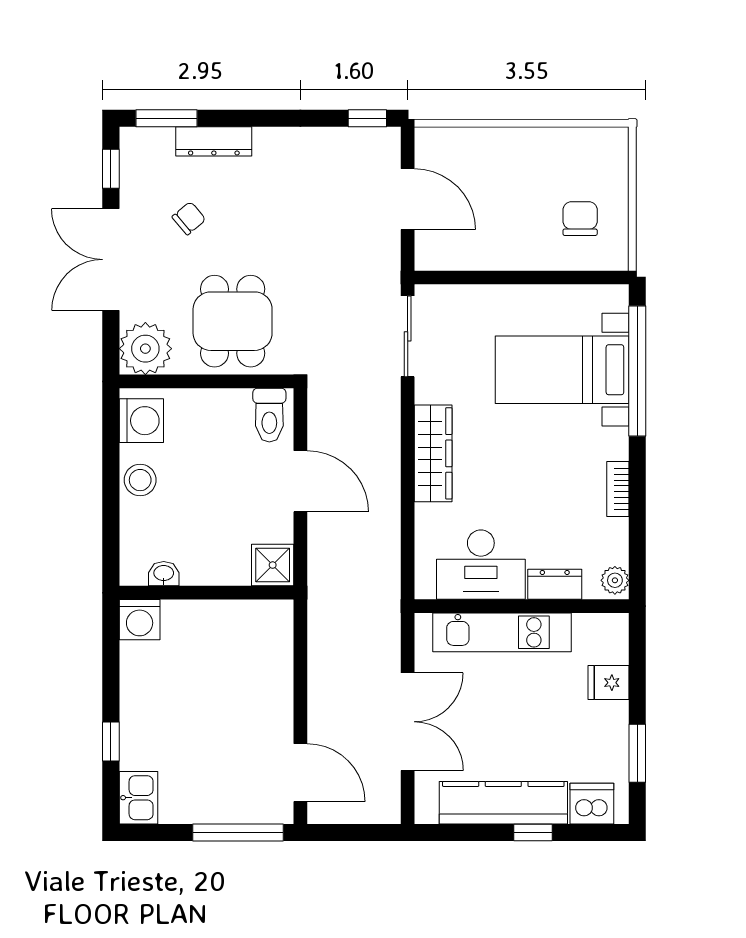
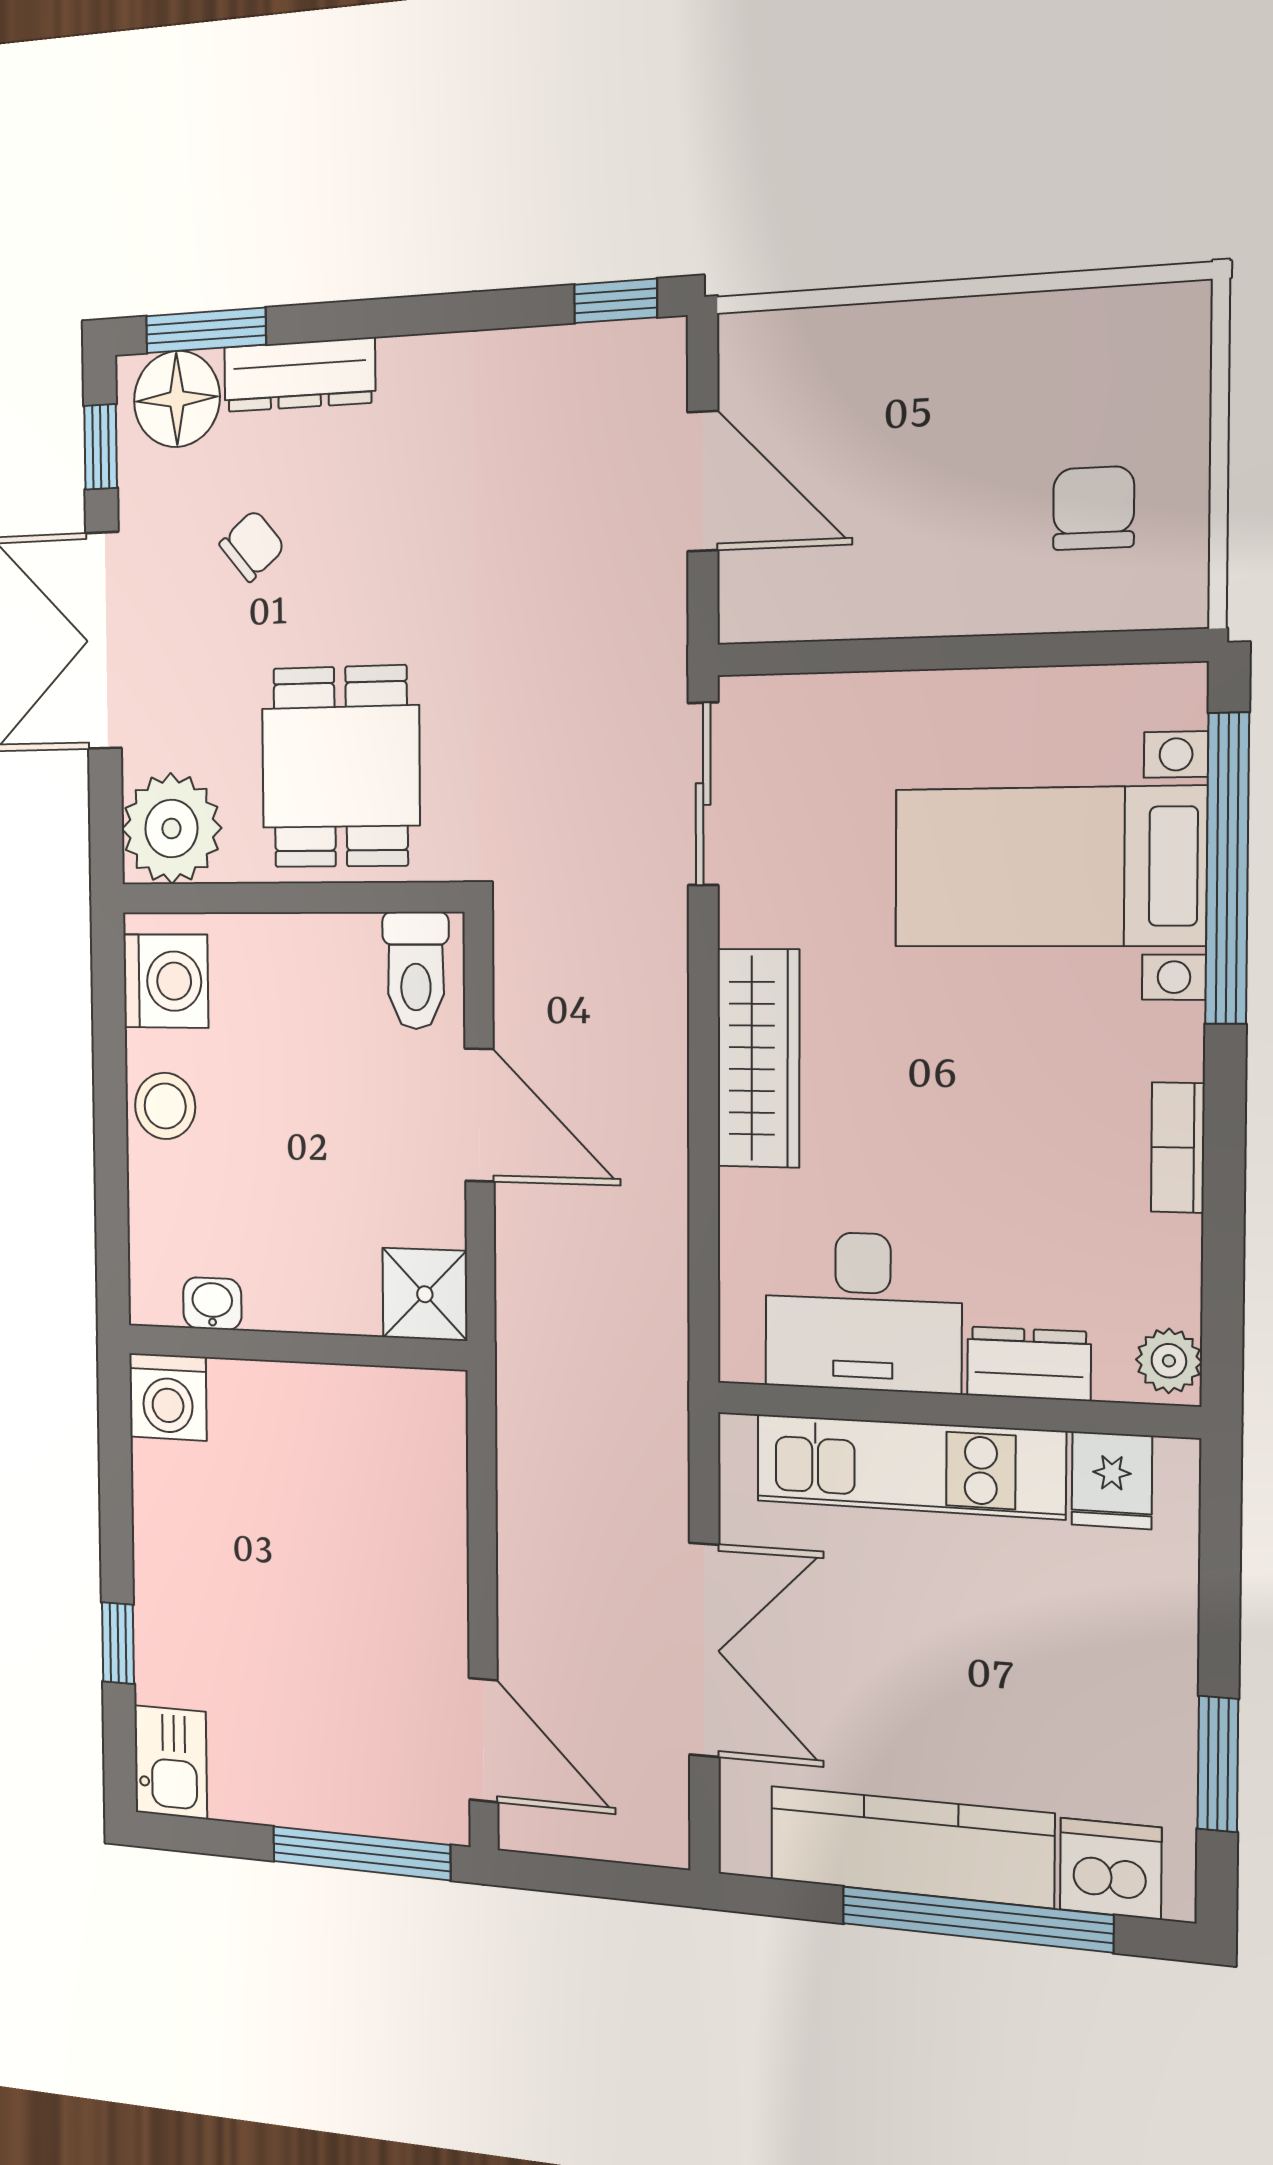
floor lamp: (151, 149) -> (177, 399), added
fridge: (609, 683) -> (1112, 1480), moved, turned -90
window: (533, 832) -> (977, 1919), width x3.17

